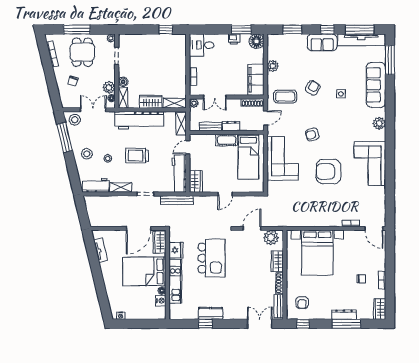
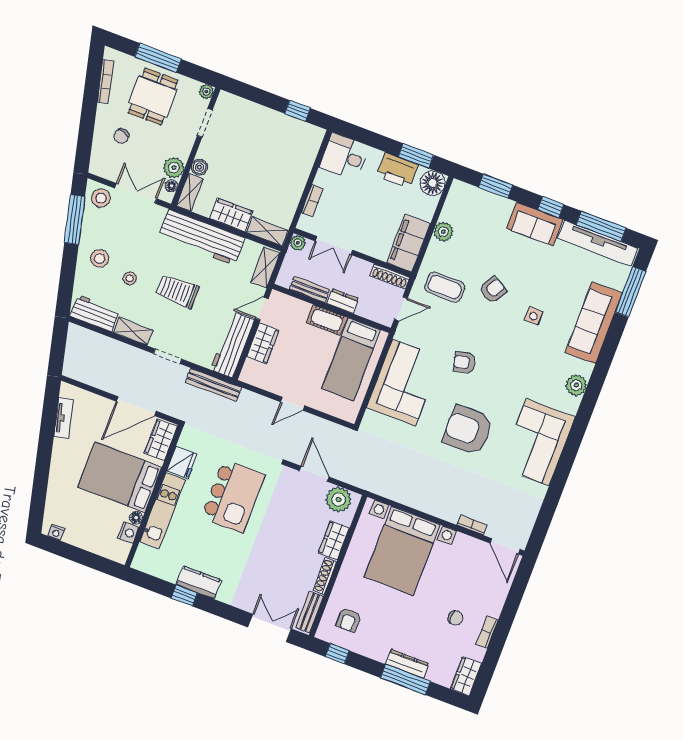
printer: (234, 39) -> (397, 170), width x1.87, depth x1.48
wardrobe: (196, 181) -> (263, 343), moved
door: (252, 228) -> (314, 474), hinge flipped

